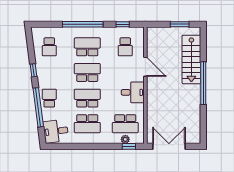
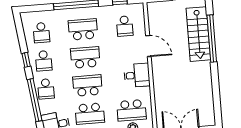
school desk: (49, 72) -> (44, 61), added
window: (203, 83) -> (212, 38), moved
school desk: (49, 98) -> (46, 89), turned 180

